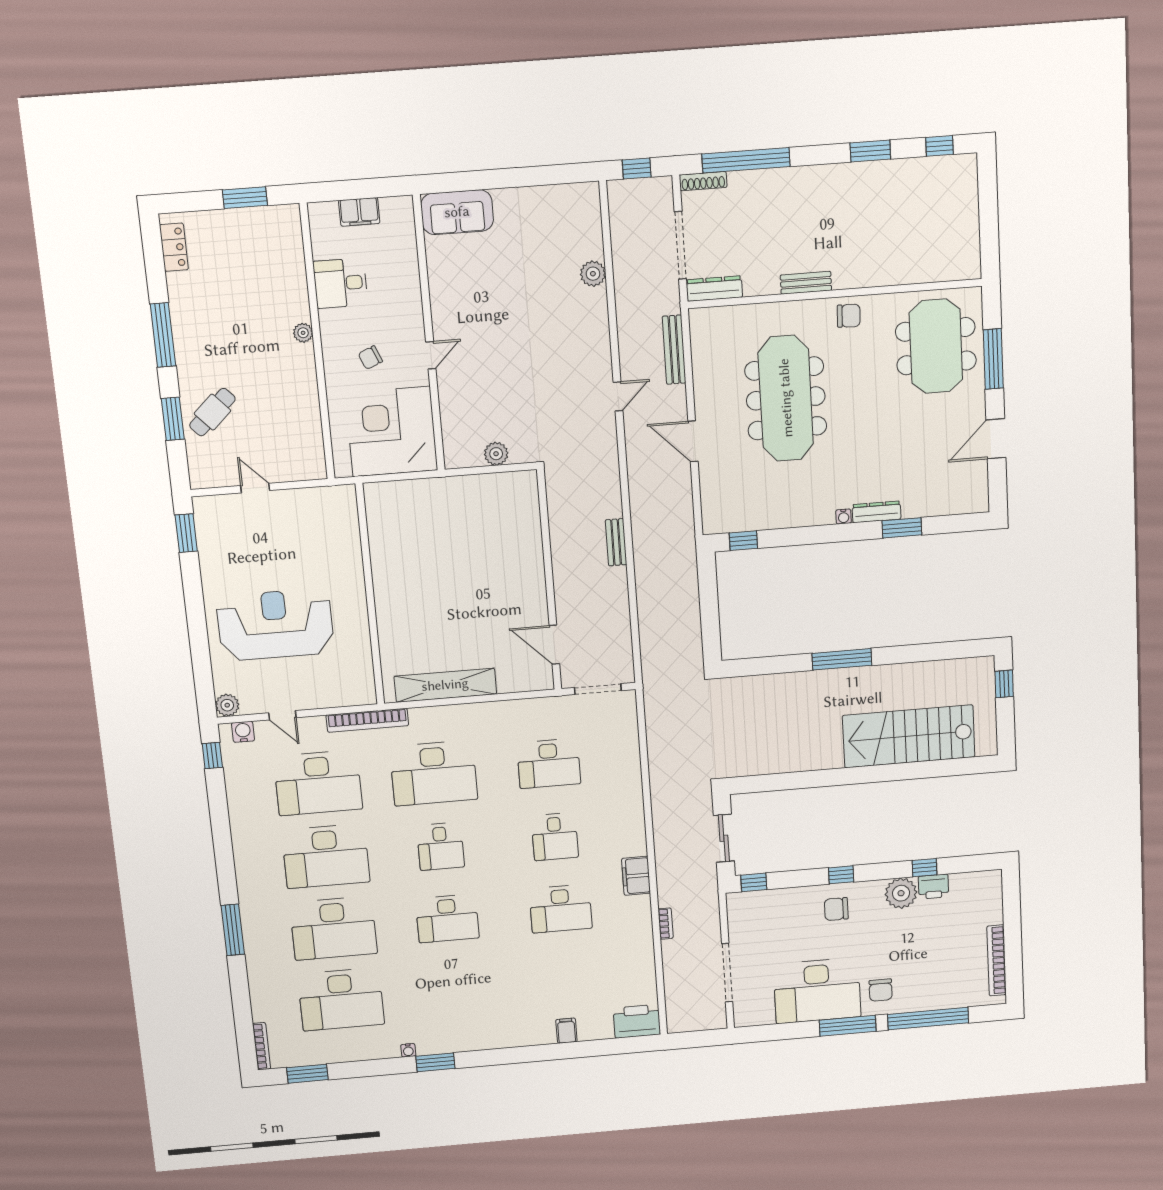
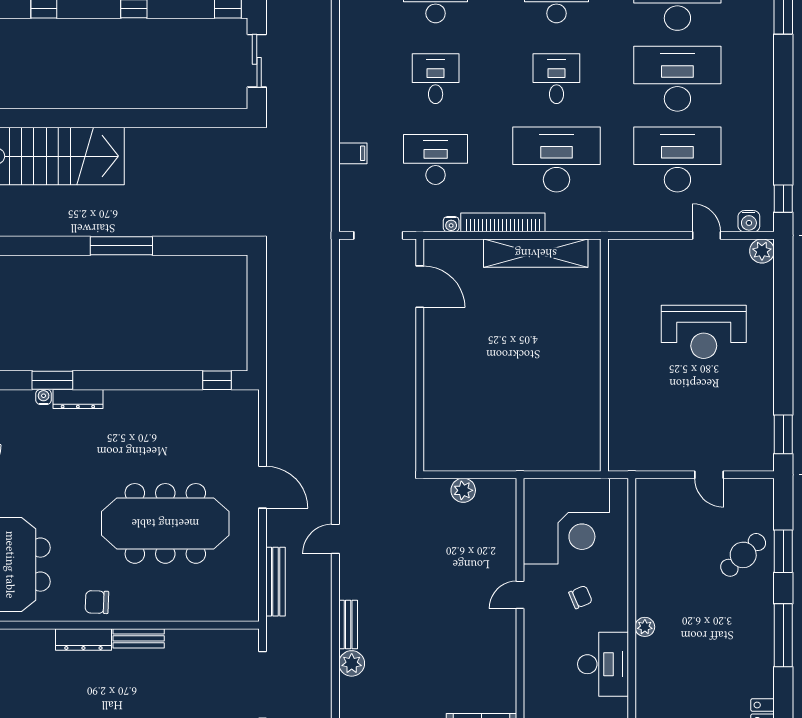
desk: (340, 283) -> (603, 664), width x1.37
dresser: (714, 289) -> (83, 639), moved
meeting table: (786, 398) -> (165, 523), turned 90
water cooler: (844, 516) -> (44, 397), moved
bench: (616, 542) -> (348, 624), moved
reception desk: (275, 625) -> (704, 332), width x0.74, depth x0.77
water cooler: (529, 705) -> (451, 224), added
bookcase: (367, 720) -> (503, 222), moved
filing cabinet: (636, 876) -> (353, 153), moved, width x0.50

